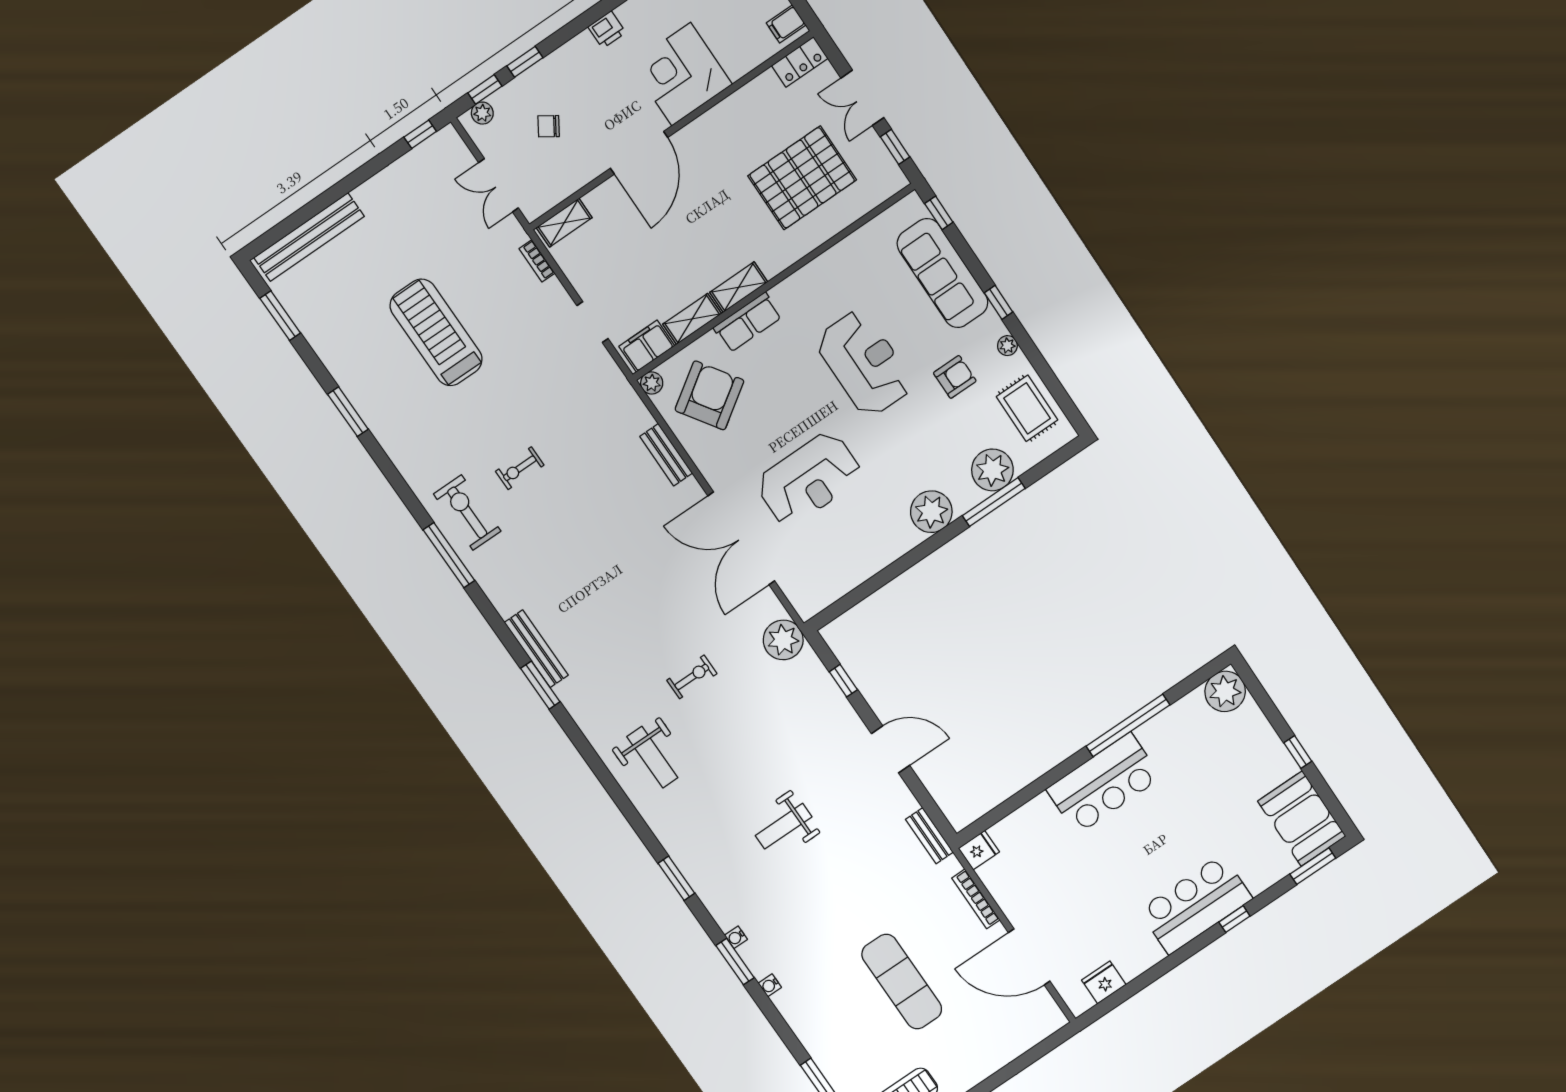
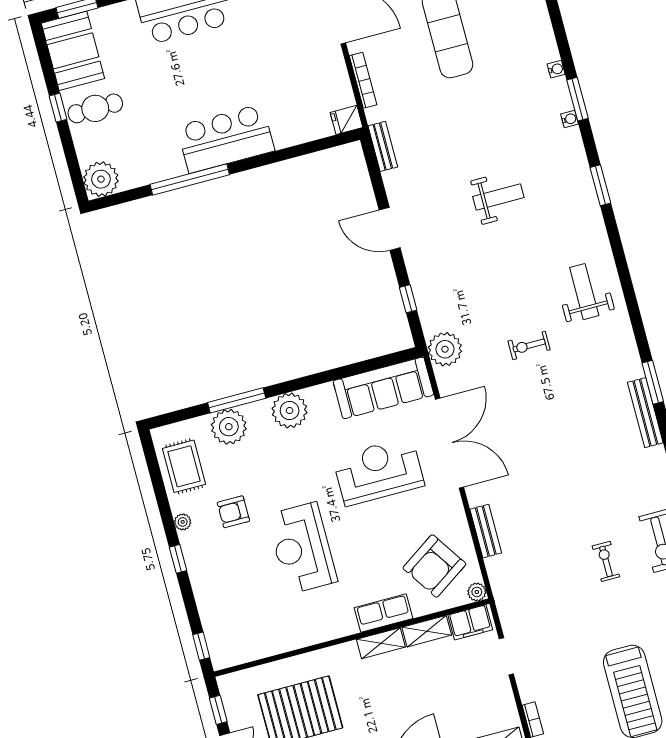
sofa: (943, 273) -> (383, 388), moved, turned 90
exercise bike: (520, 468) -> (606, 561), turned -90
cafe table: (1257, 766) -> (95, 108), added

